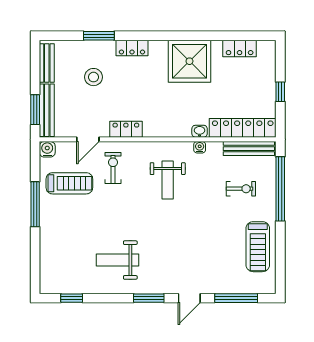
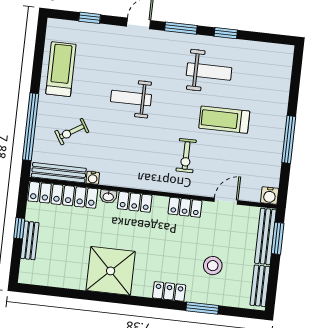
locker: (240, 48) -> (135, 202), moved, turned 180
bench: (269, 81) -> (30, 240), added
water cooler: (200, 147) -> (93, 178), moved
exercise bike: (113, 168) -> (186, 156), moved
weight bench: (168, 180) -> (131, 98), moved, turned -90
treadmill: (69, 183) -> (224, 120), moved
exercise bike: (241, 189) -> (72, 132), turned -32
window: (72, 298) -> (226, 33), moved
window: (236, 298) -> (90, 18), width x0.46

